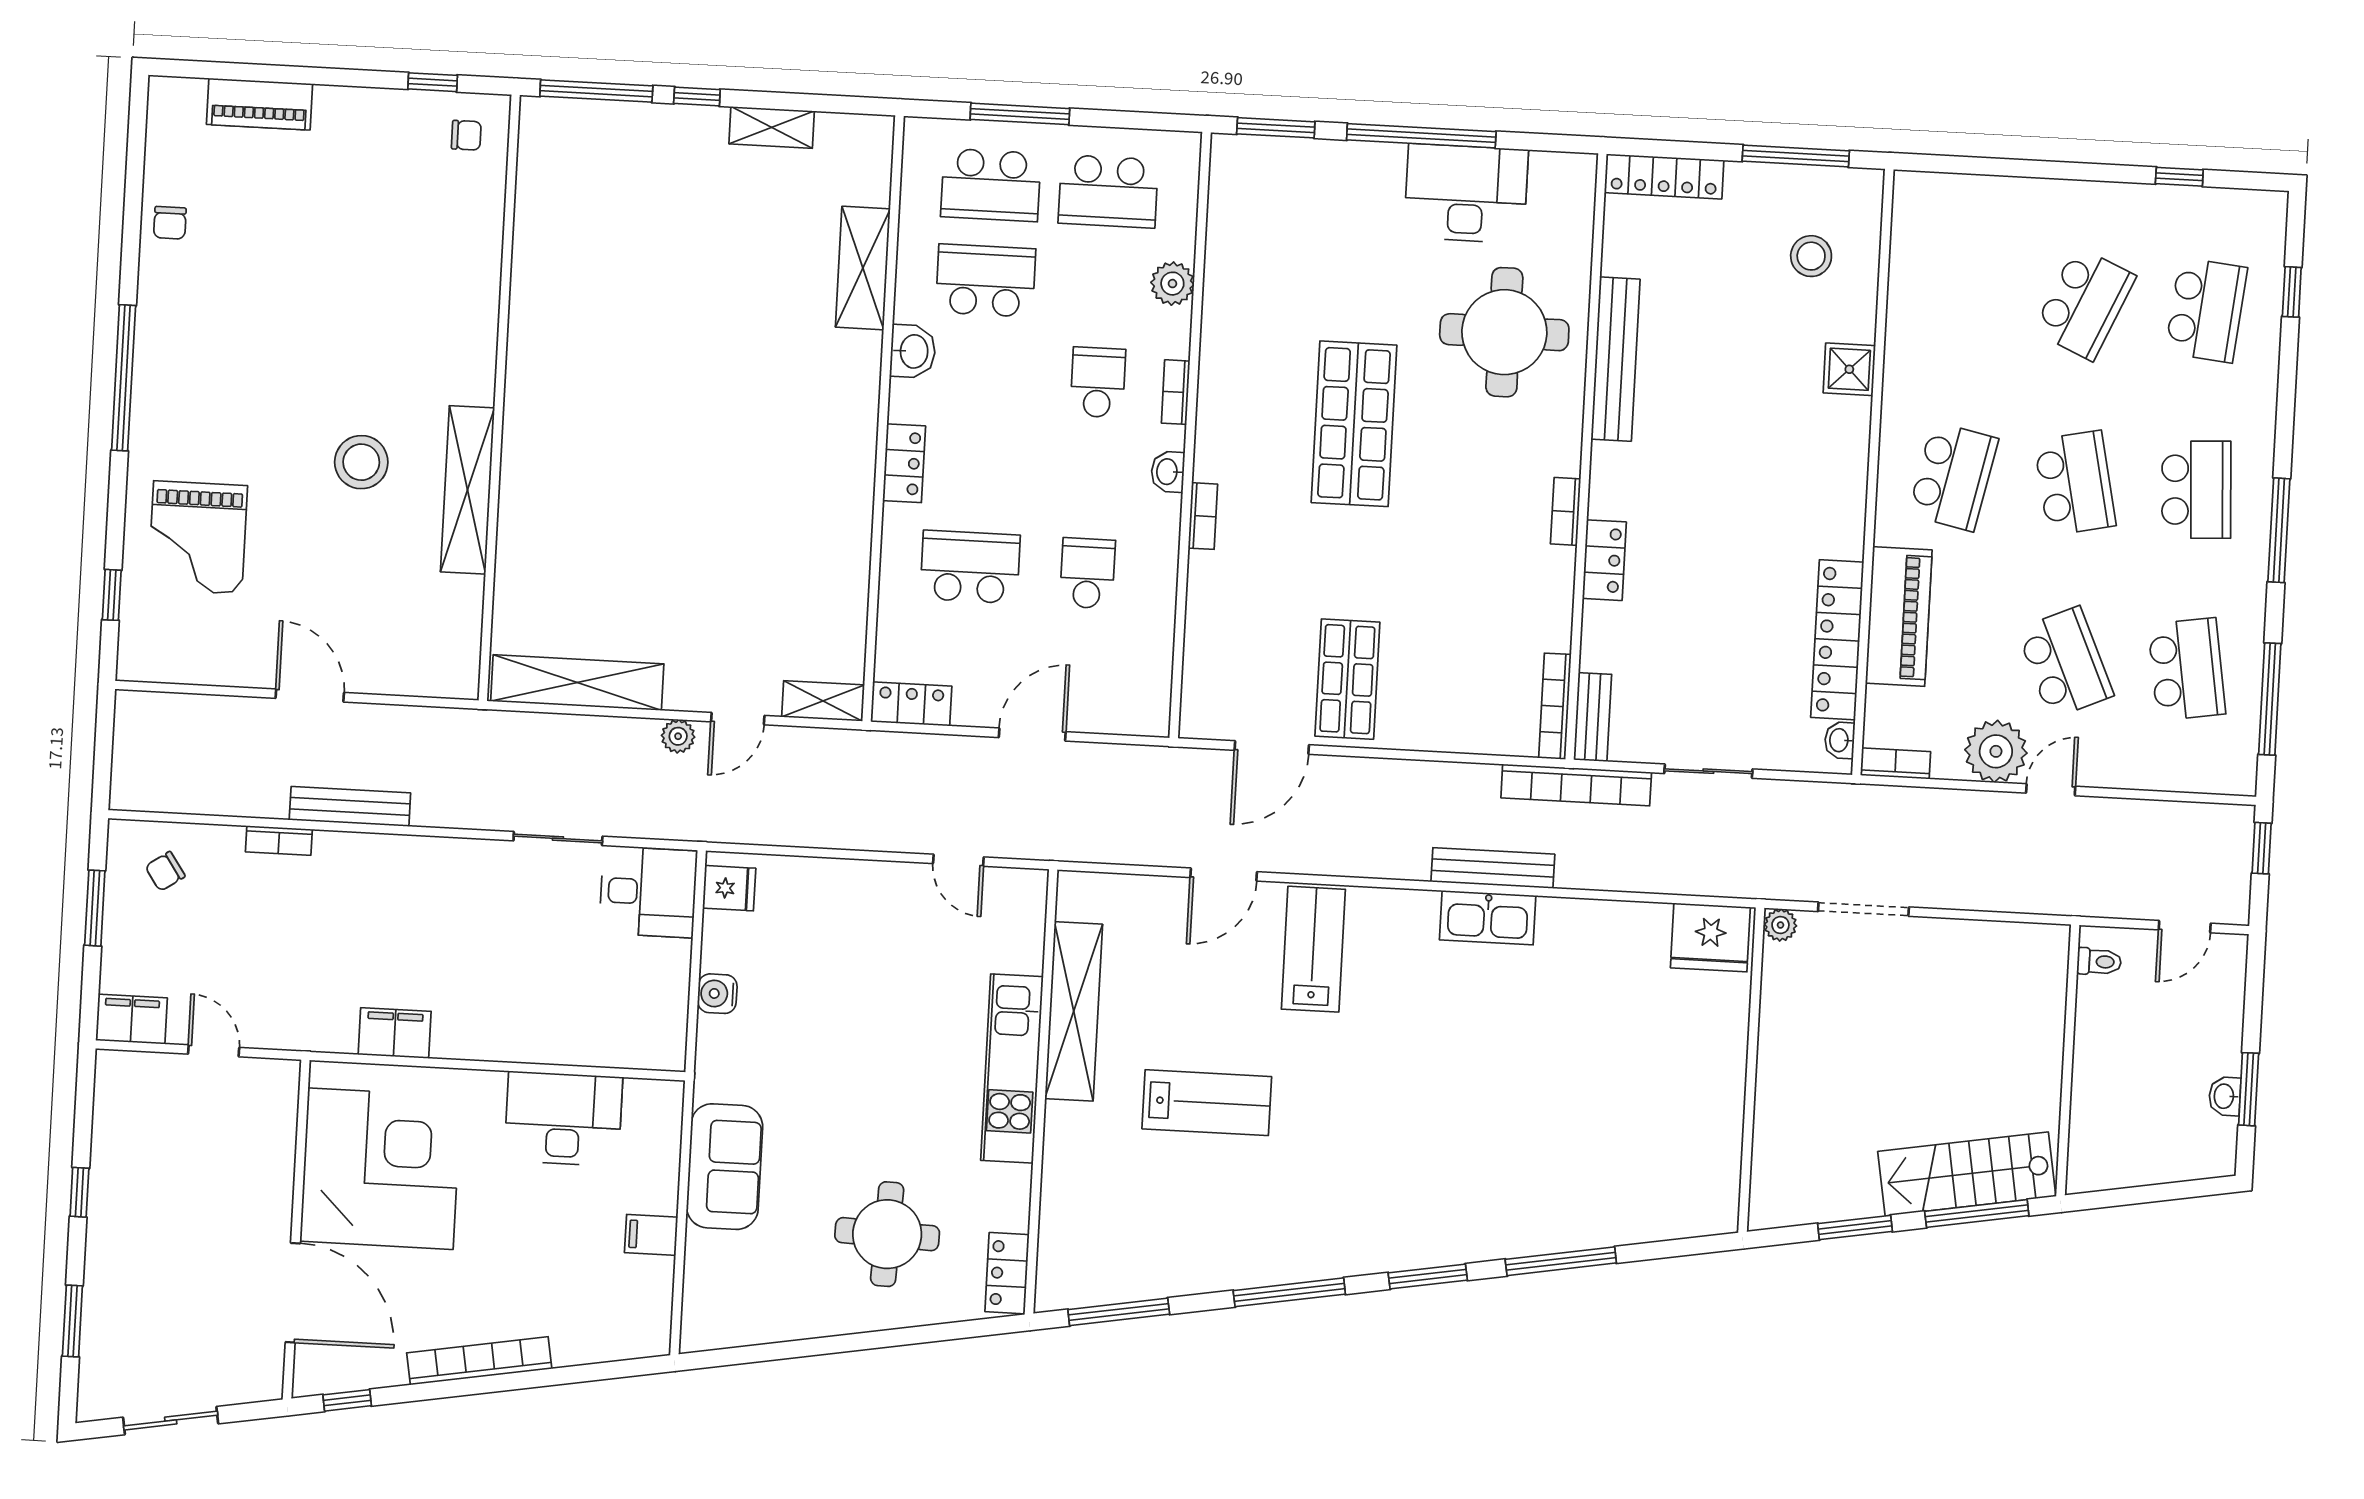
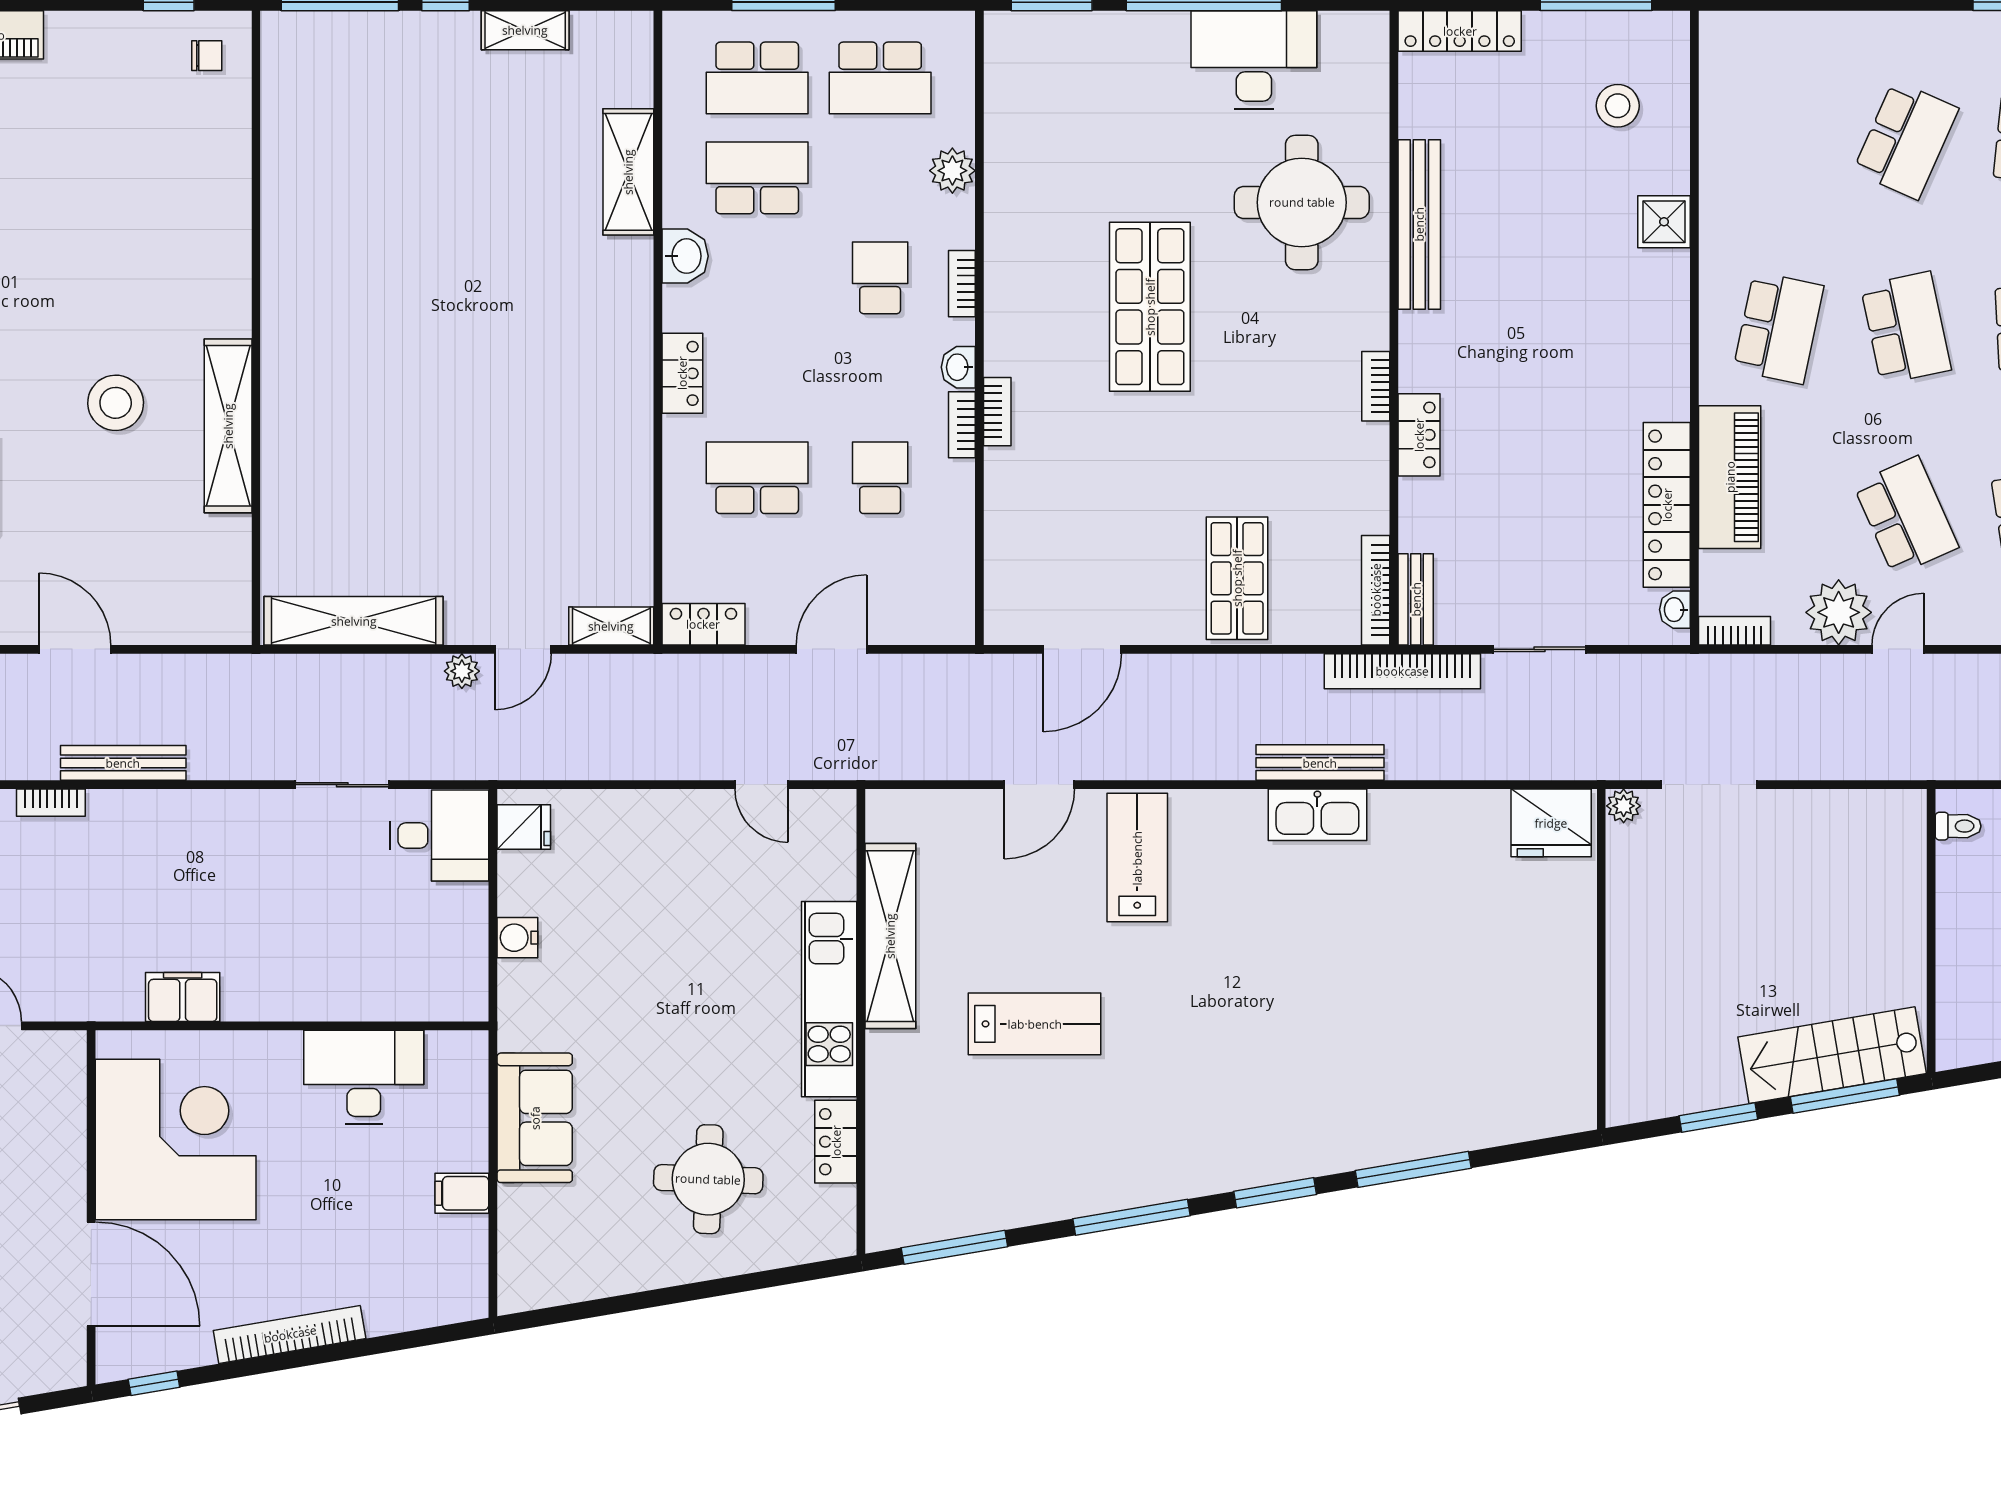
bookcase: (1168, 527) -> (962, 425), added
shop shelf: (1347, 679) -> (1237, 578), moved
locker: (1007, 1273) -> (836, 1142), moved

